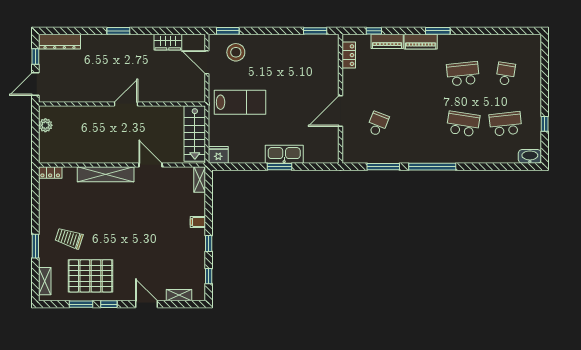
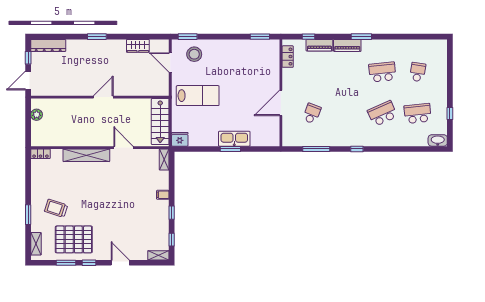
school desk: (463, 124) -> (382, 113), turned -33
window: (432, 167) -> (357, 149), width x0.32
shelving: (179, 295) -> (158, 255), moved

